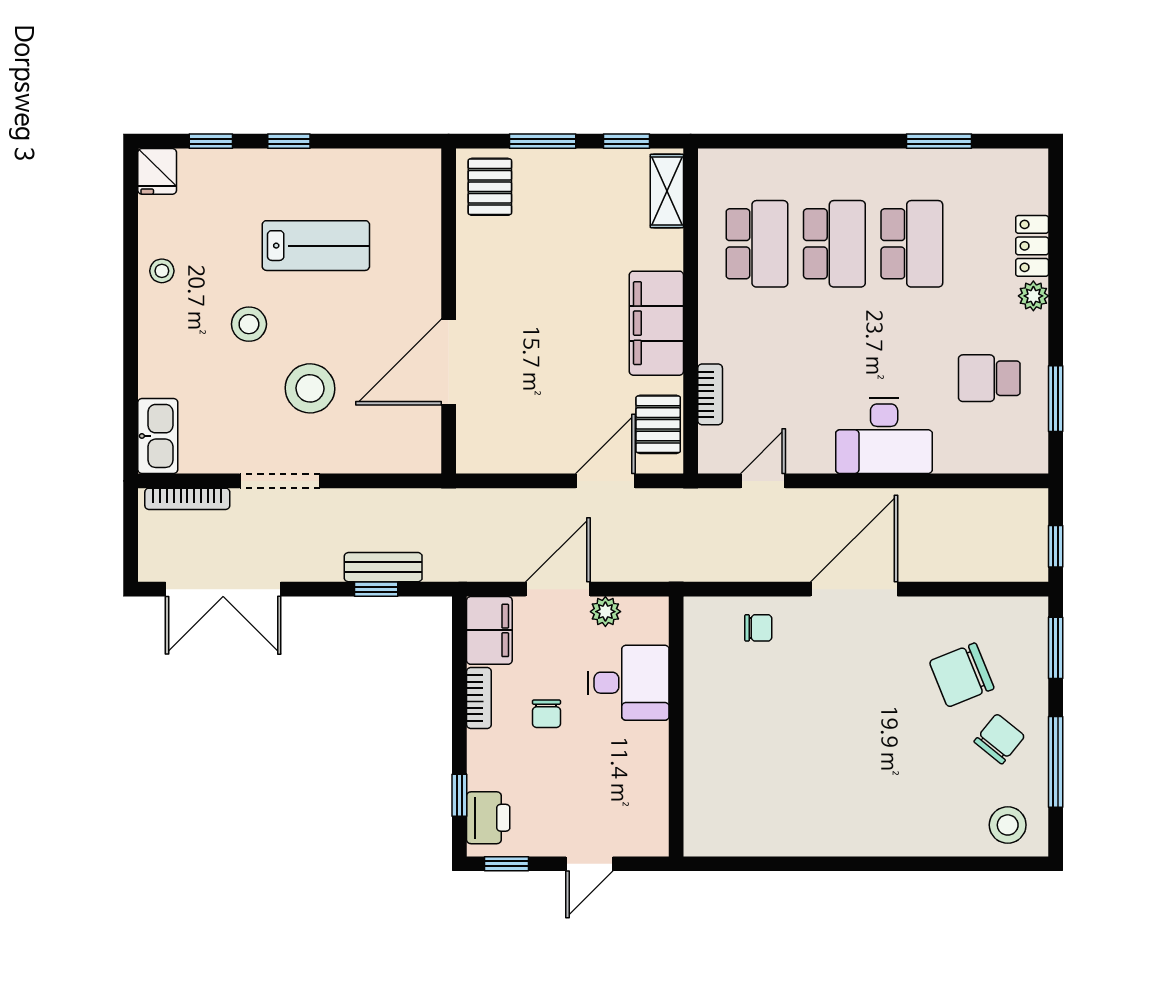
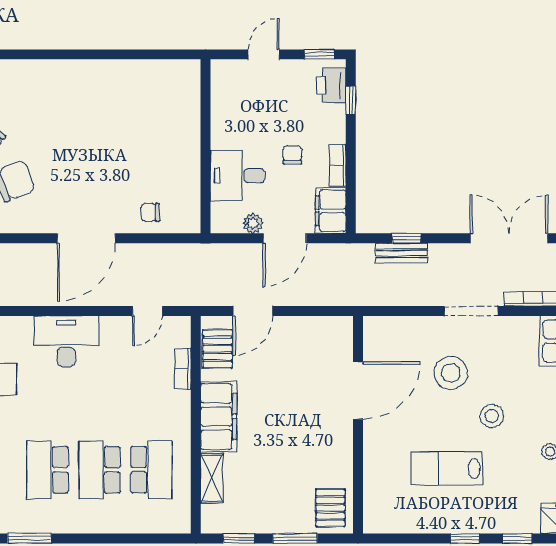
shelving: (667, 191) -> (212, 478), moved
school desk: (757, 244) -> (151, 470), turned 180

